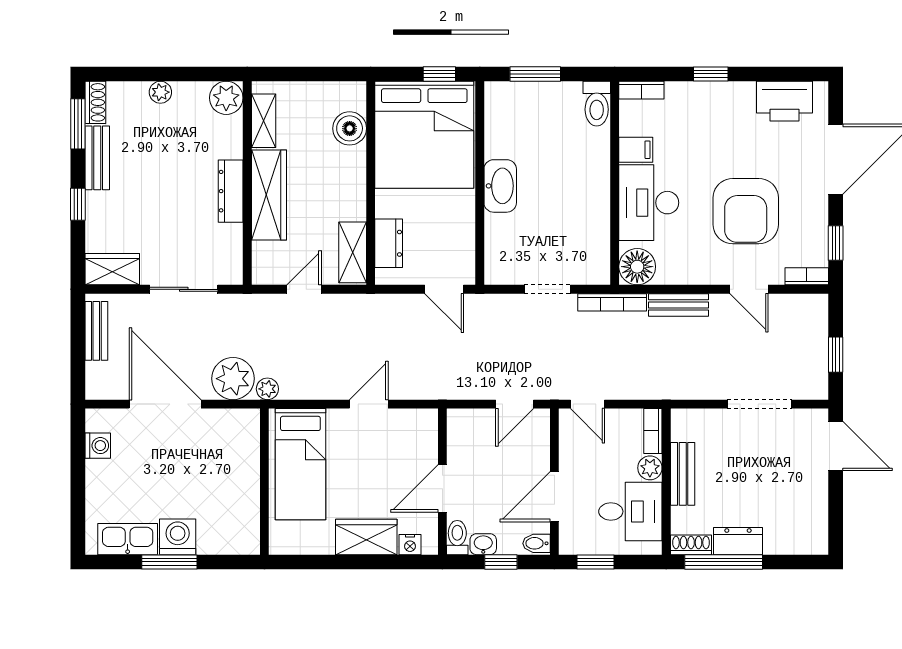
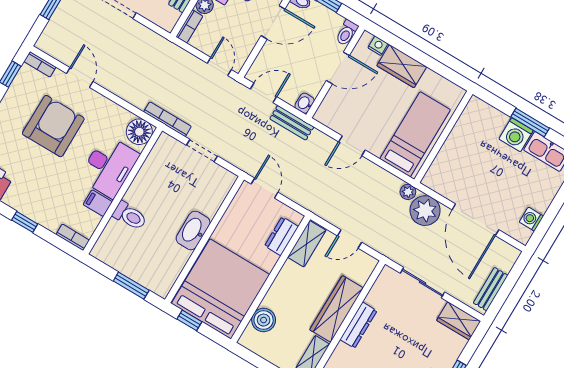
toilet: (597, 104) -> (130, 216), moved, turned 90
bench: (678, 305) -> (292, 123), moved
washbasin: (483, 544) -> (305, 103), moved, turned 90

